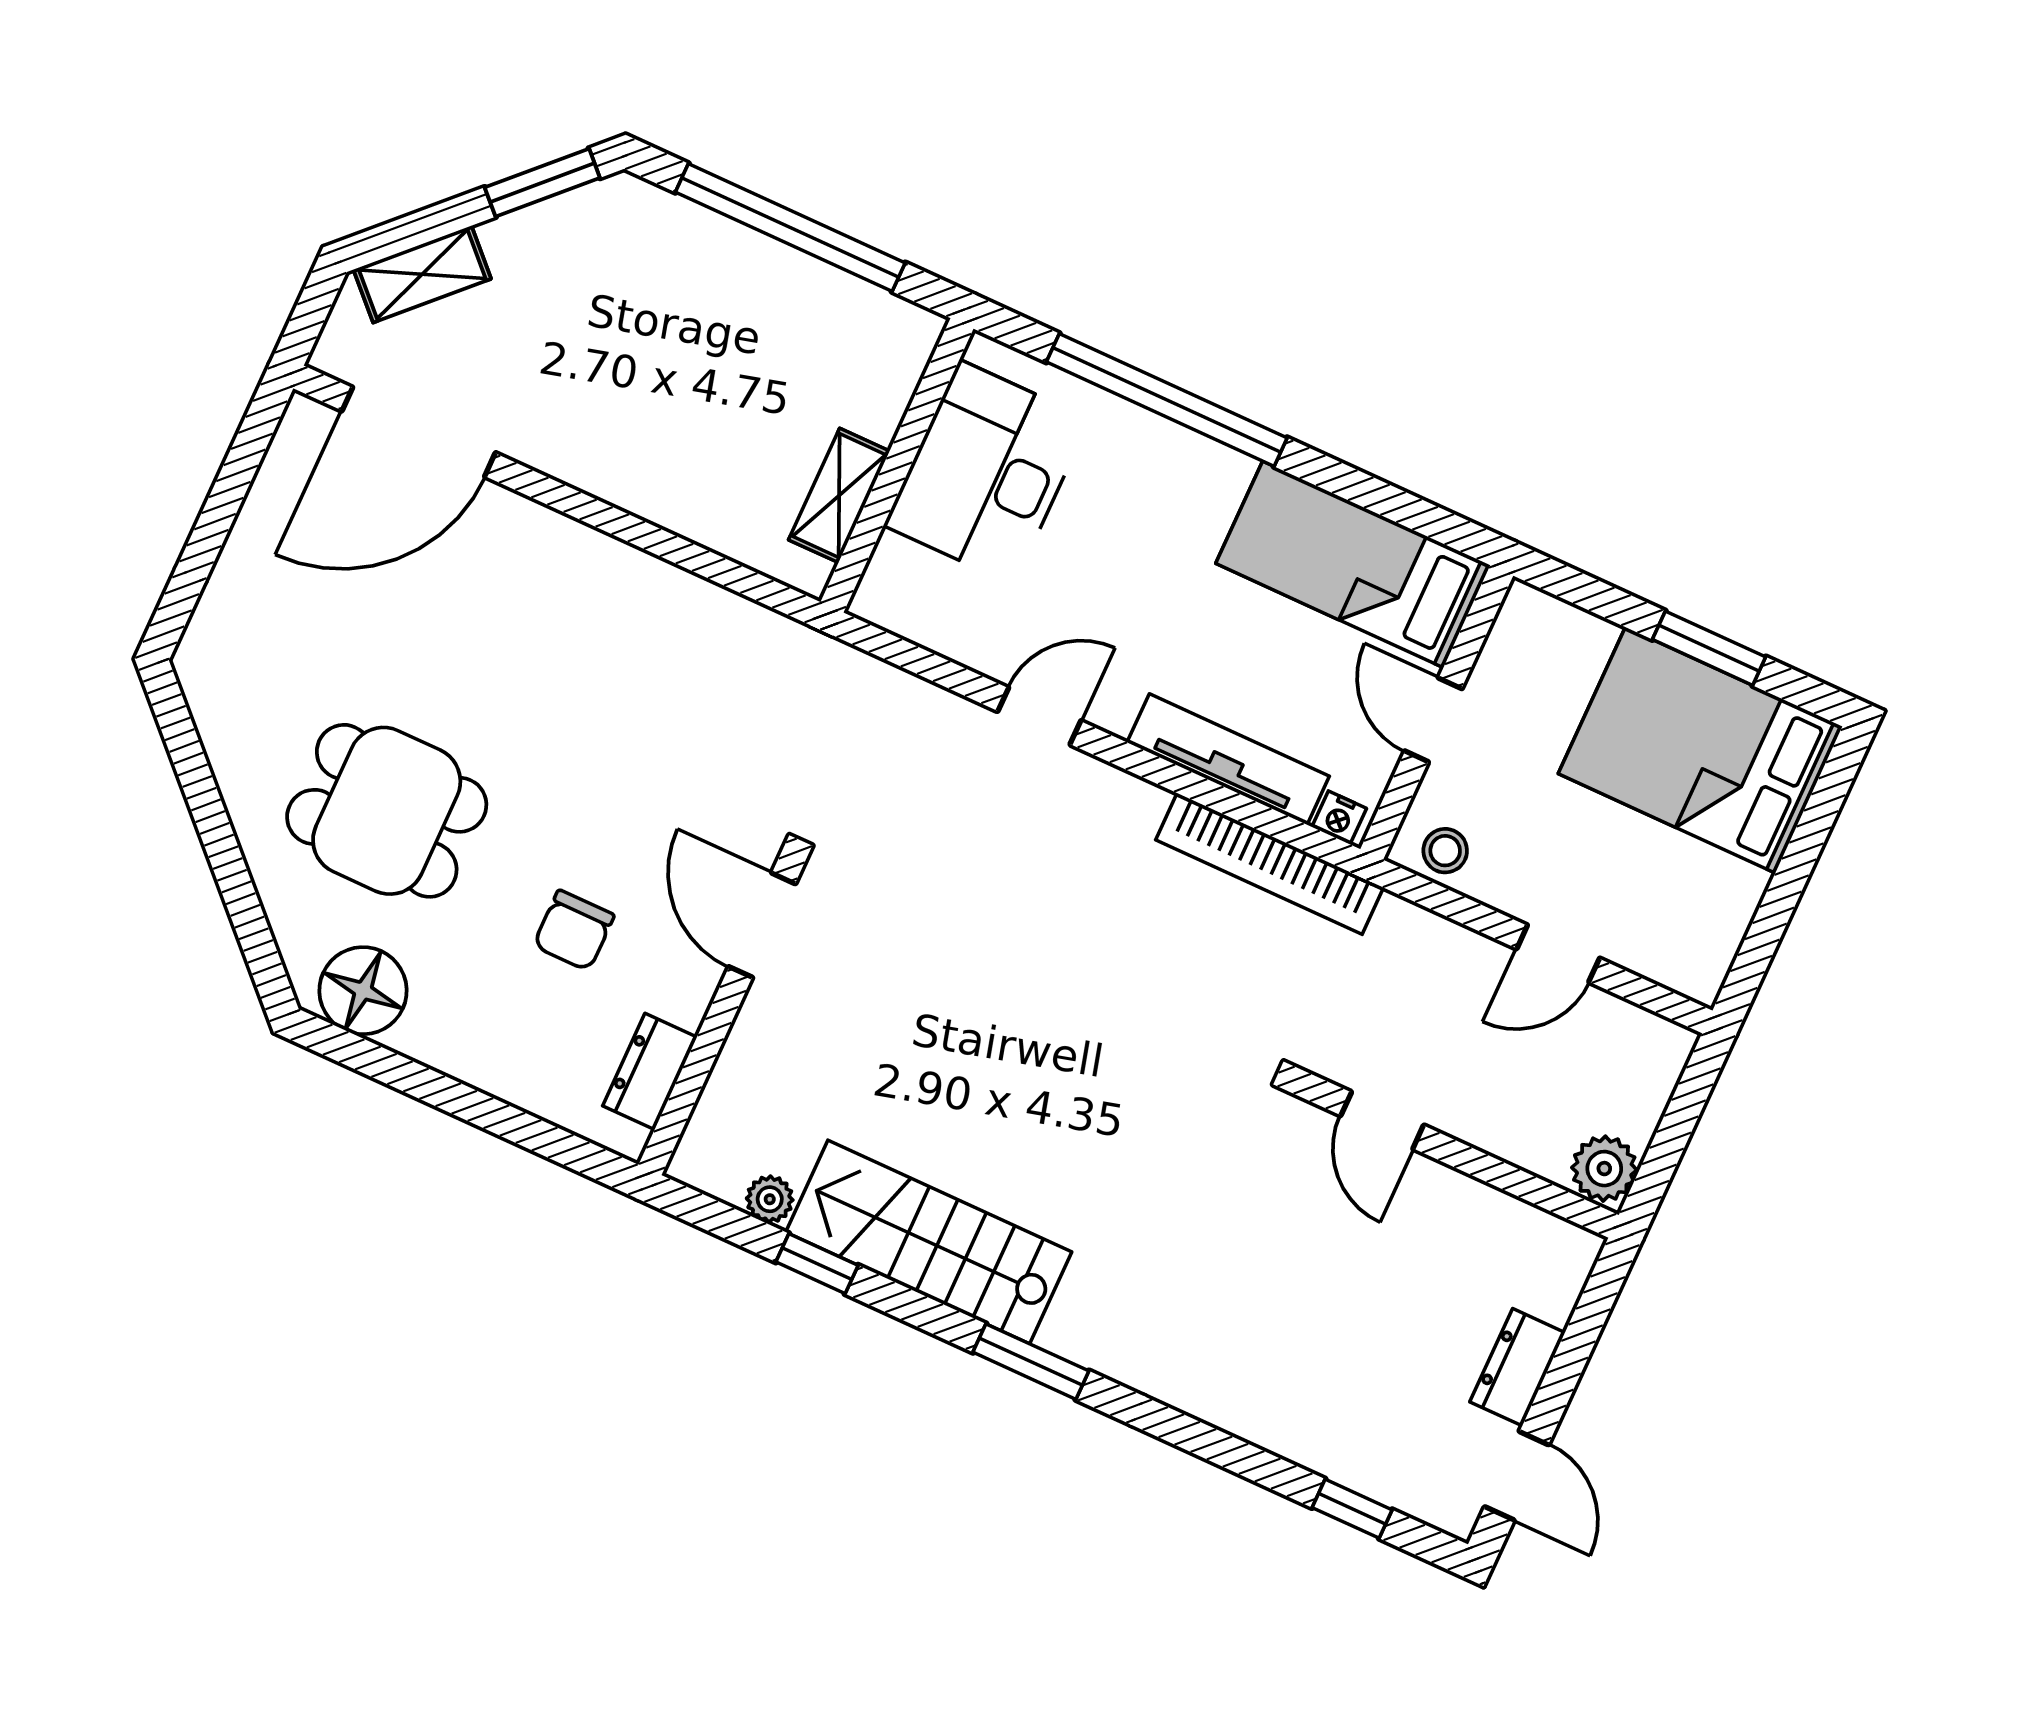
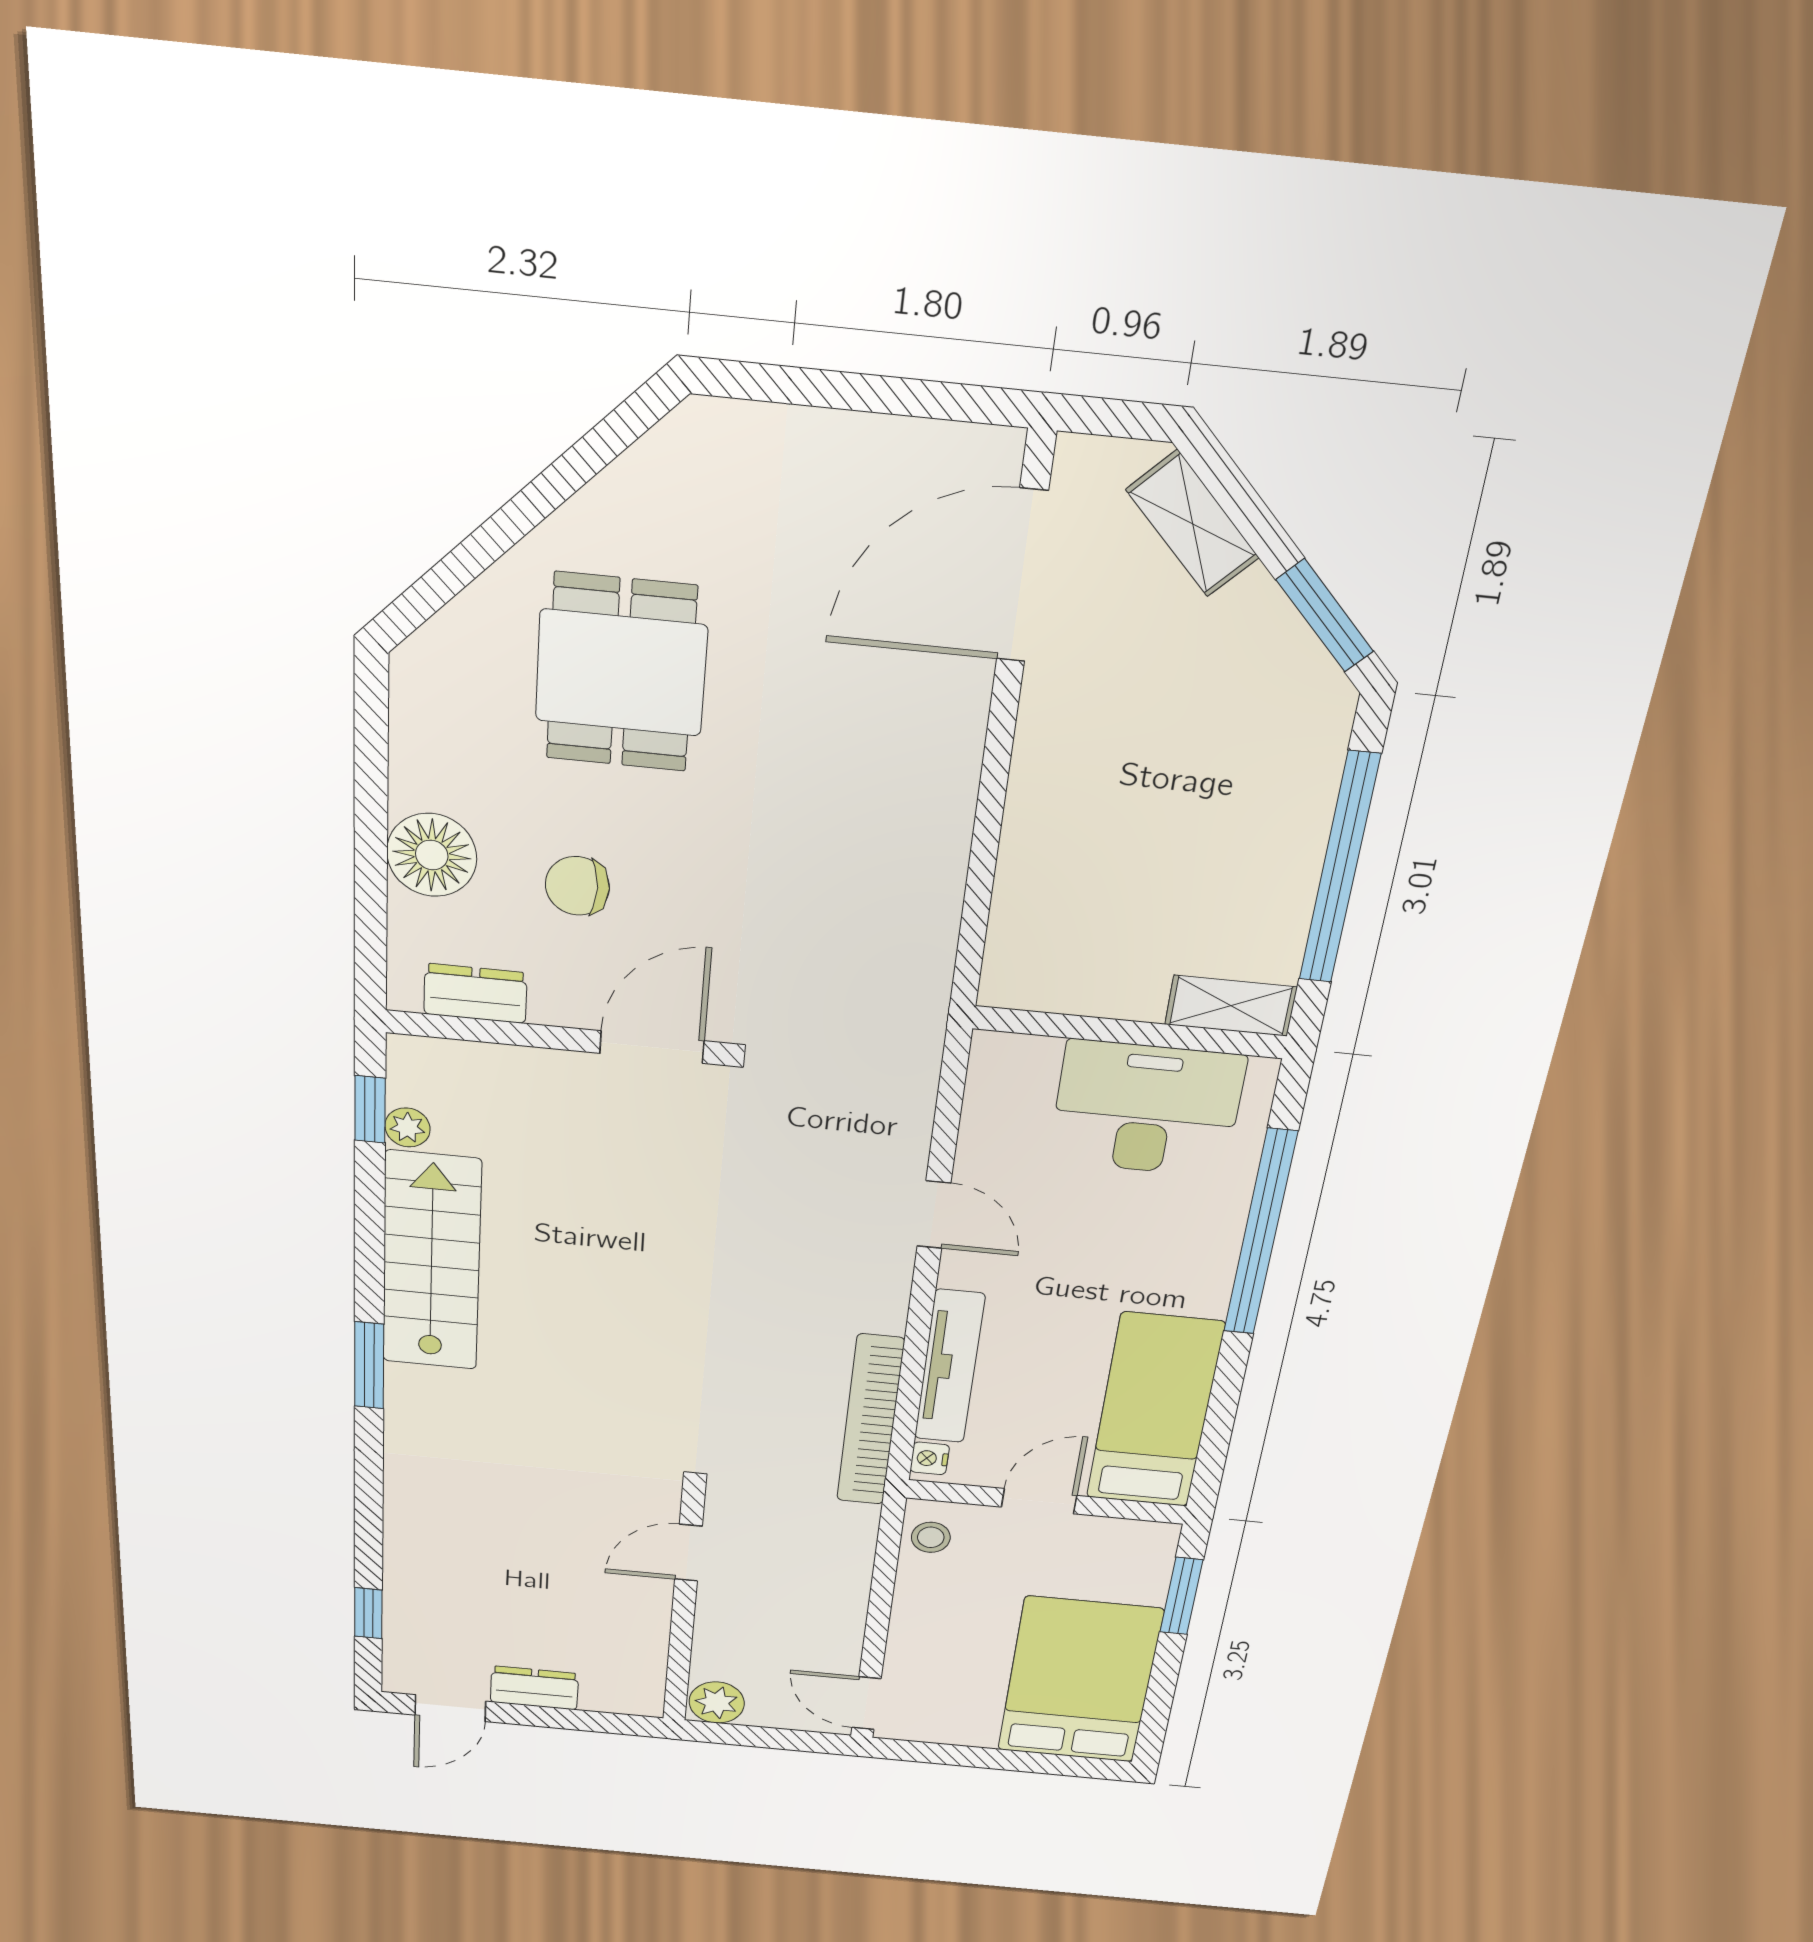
door: (419, 432) -> (1022, 576), hinge flipped
shelving: (839, 495) -> (1231, 1006), moved
window: (1709, 648) -> (1181, 1596), moved
door: (1558, 954) -> (866, 1703), moved
floor lamp: (363, 991) -> (432, 855), moved
window: (817, 1264) -> (370, 1109), moved

